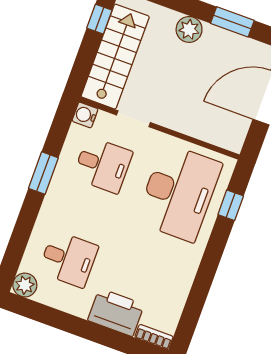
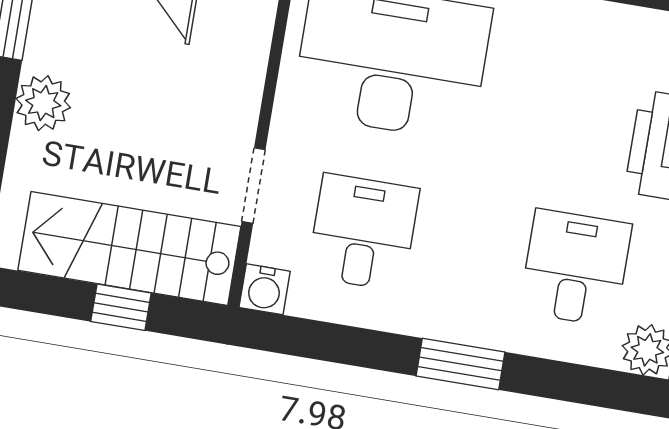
window: (99, 19) -> (121, 307), moved
window: (43, 173) -> (460, 364), moved

